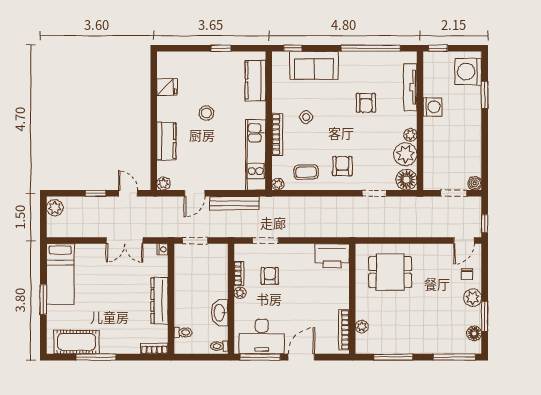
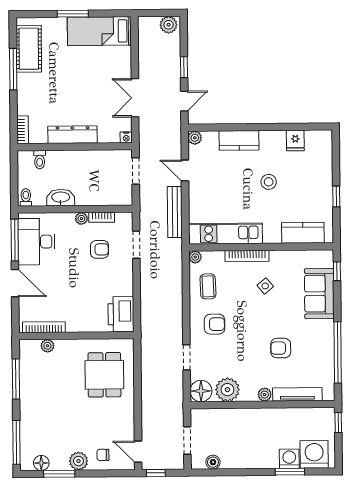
washing machine: (433, 107) -> (289, 459), moved, turned 180
plant: (410, 135) -> (265, 395), moved
boiler: (475, 183) -> (213, 462), moved

